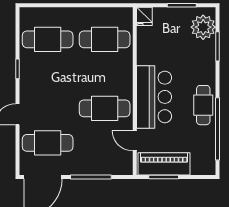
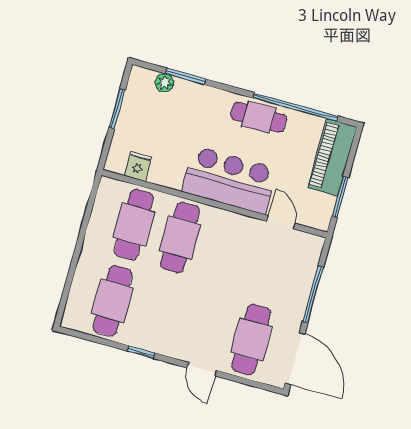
fridge: (144, 16) -> (138, 166), moved, turned -90
plant: (203, 27) -> (164, 83), width x0.53, depth x0.53
cafe table: (105, 108) -> (180, 238), moved
door: (135, 141) -> (281, 222), swing flipped
piano: (164, 164) -> (332, 157), moved

